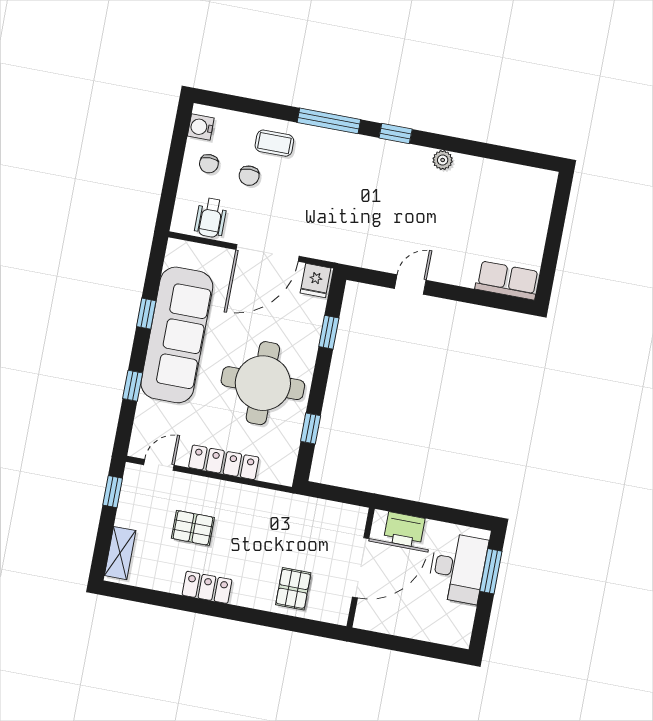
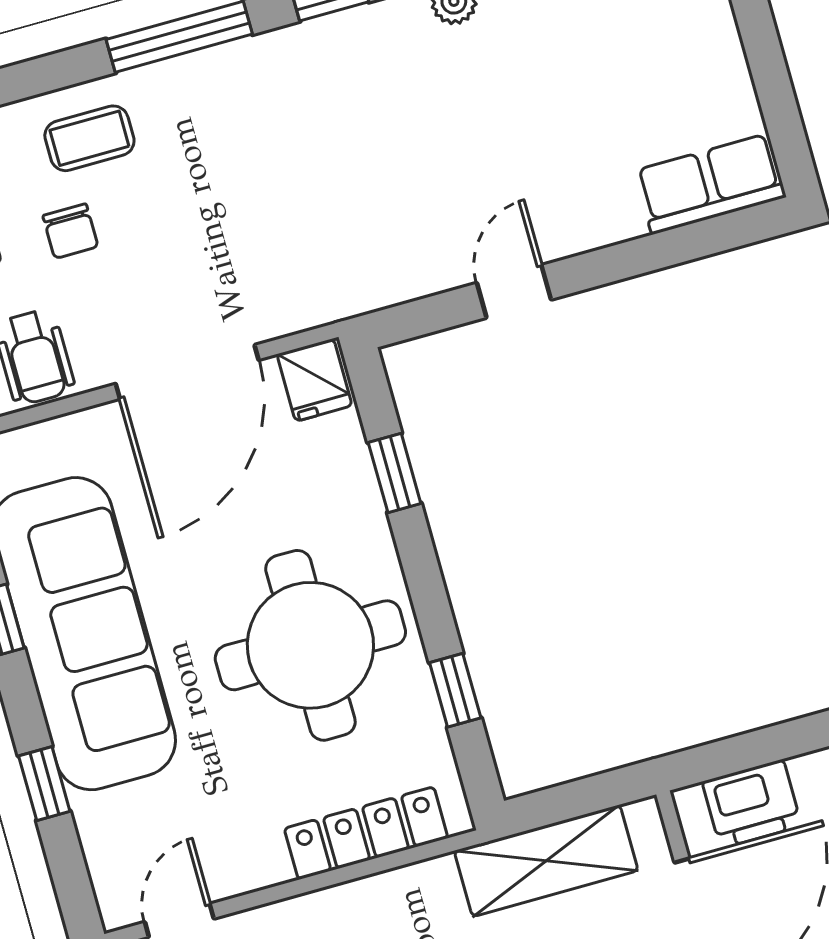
locker: (224, 462) -> (366, 833), moved
shelving: (313, 512) -> (546, 861), added

